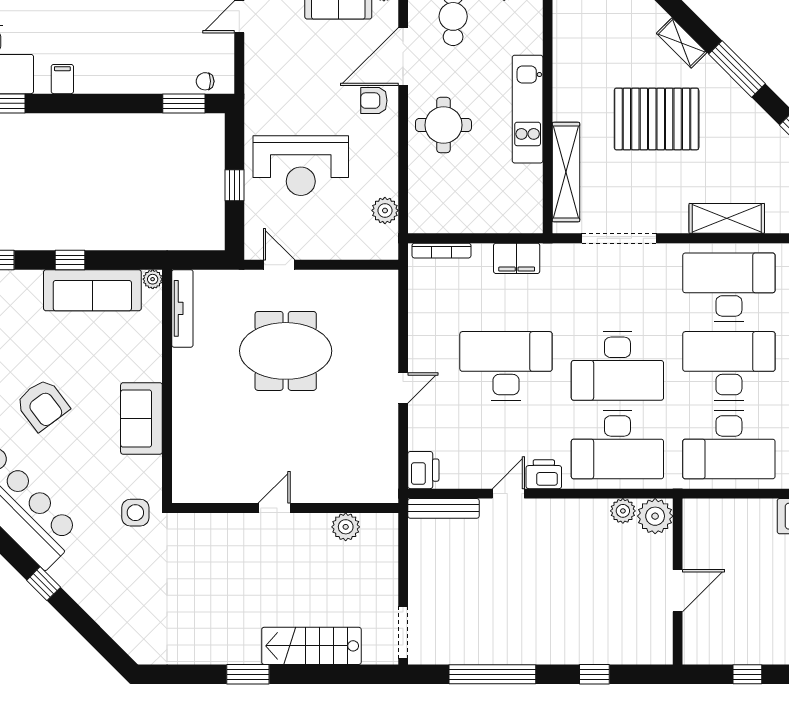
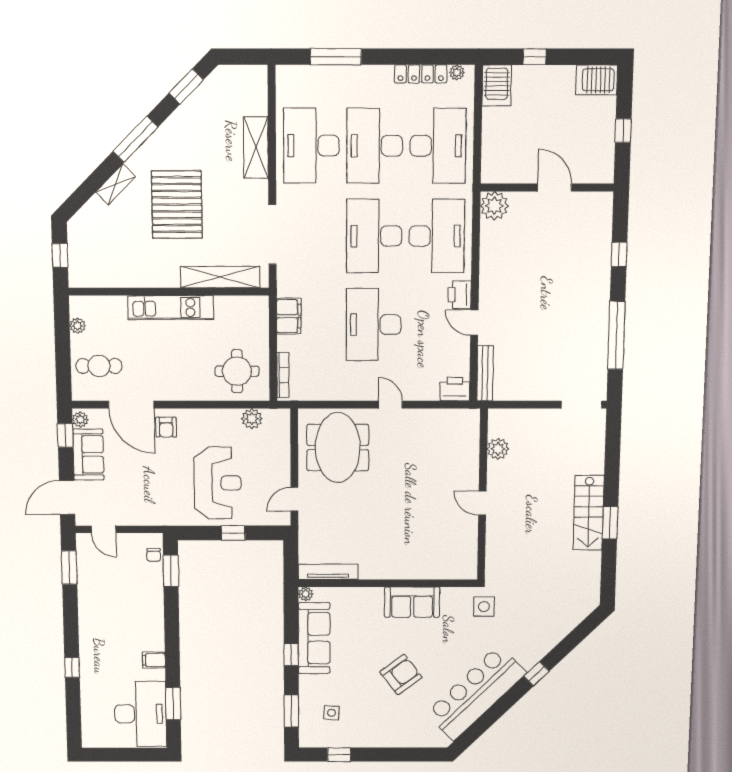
round table: (443, 125) -> (237, 371), moved
meeting table: (286, 351) -> (338, 448), moved
desk: (617, 366) -> (374, 236), turned 180
plant: (623, 511) -> (490, 232), removed
stairs: (311, 646) -> (589, 513), moved

